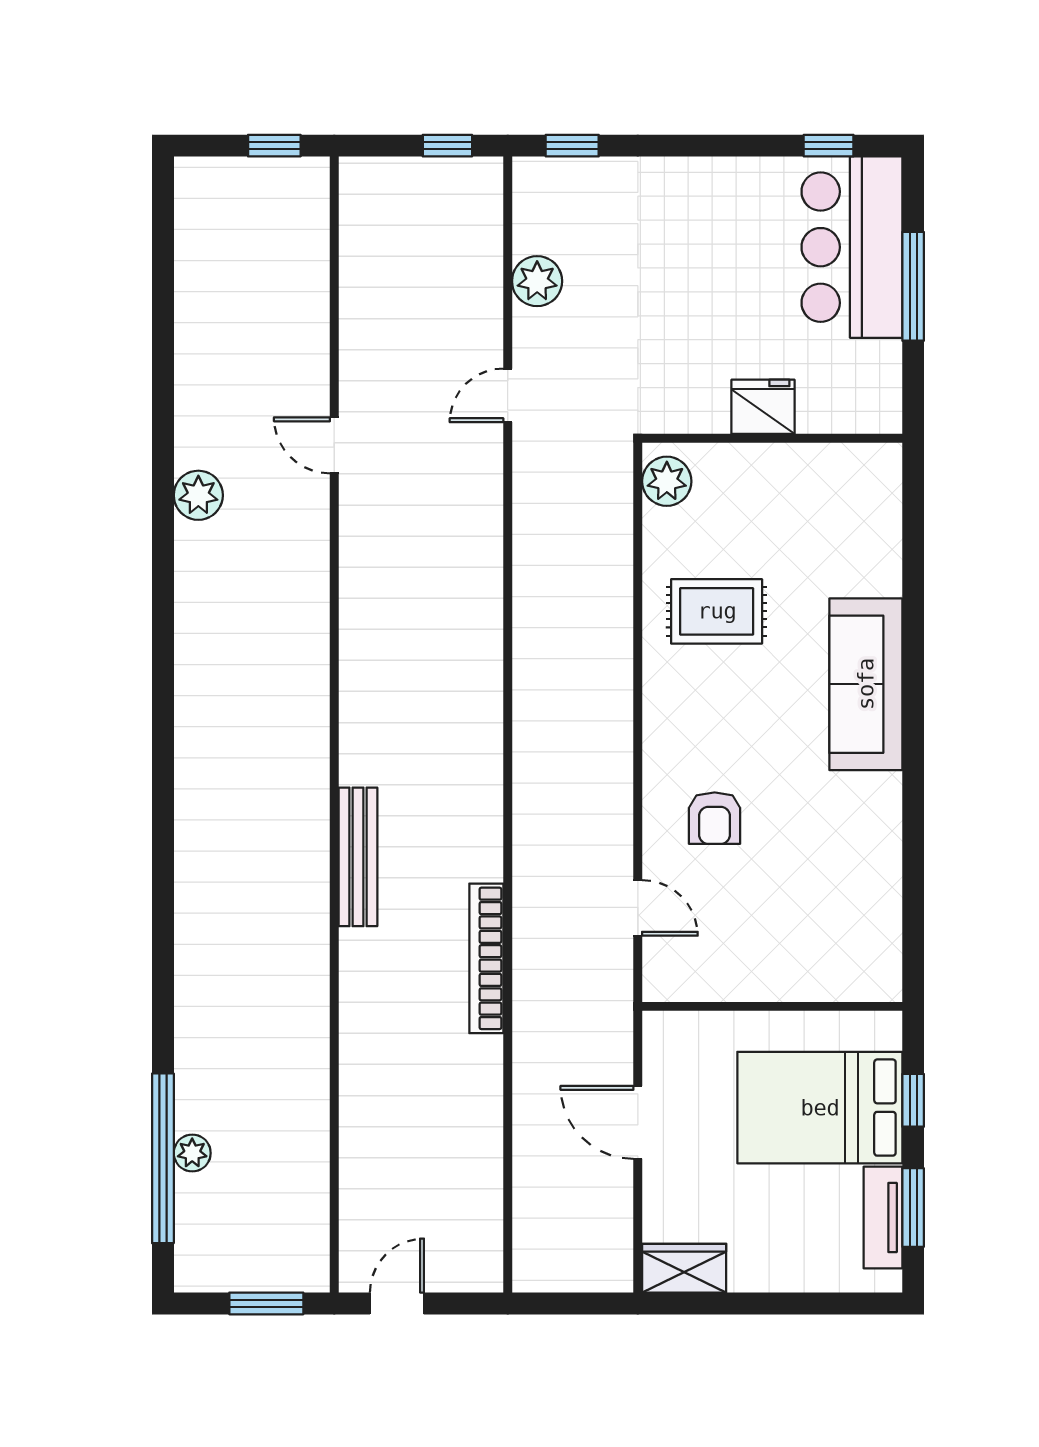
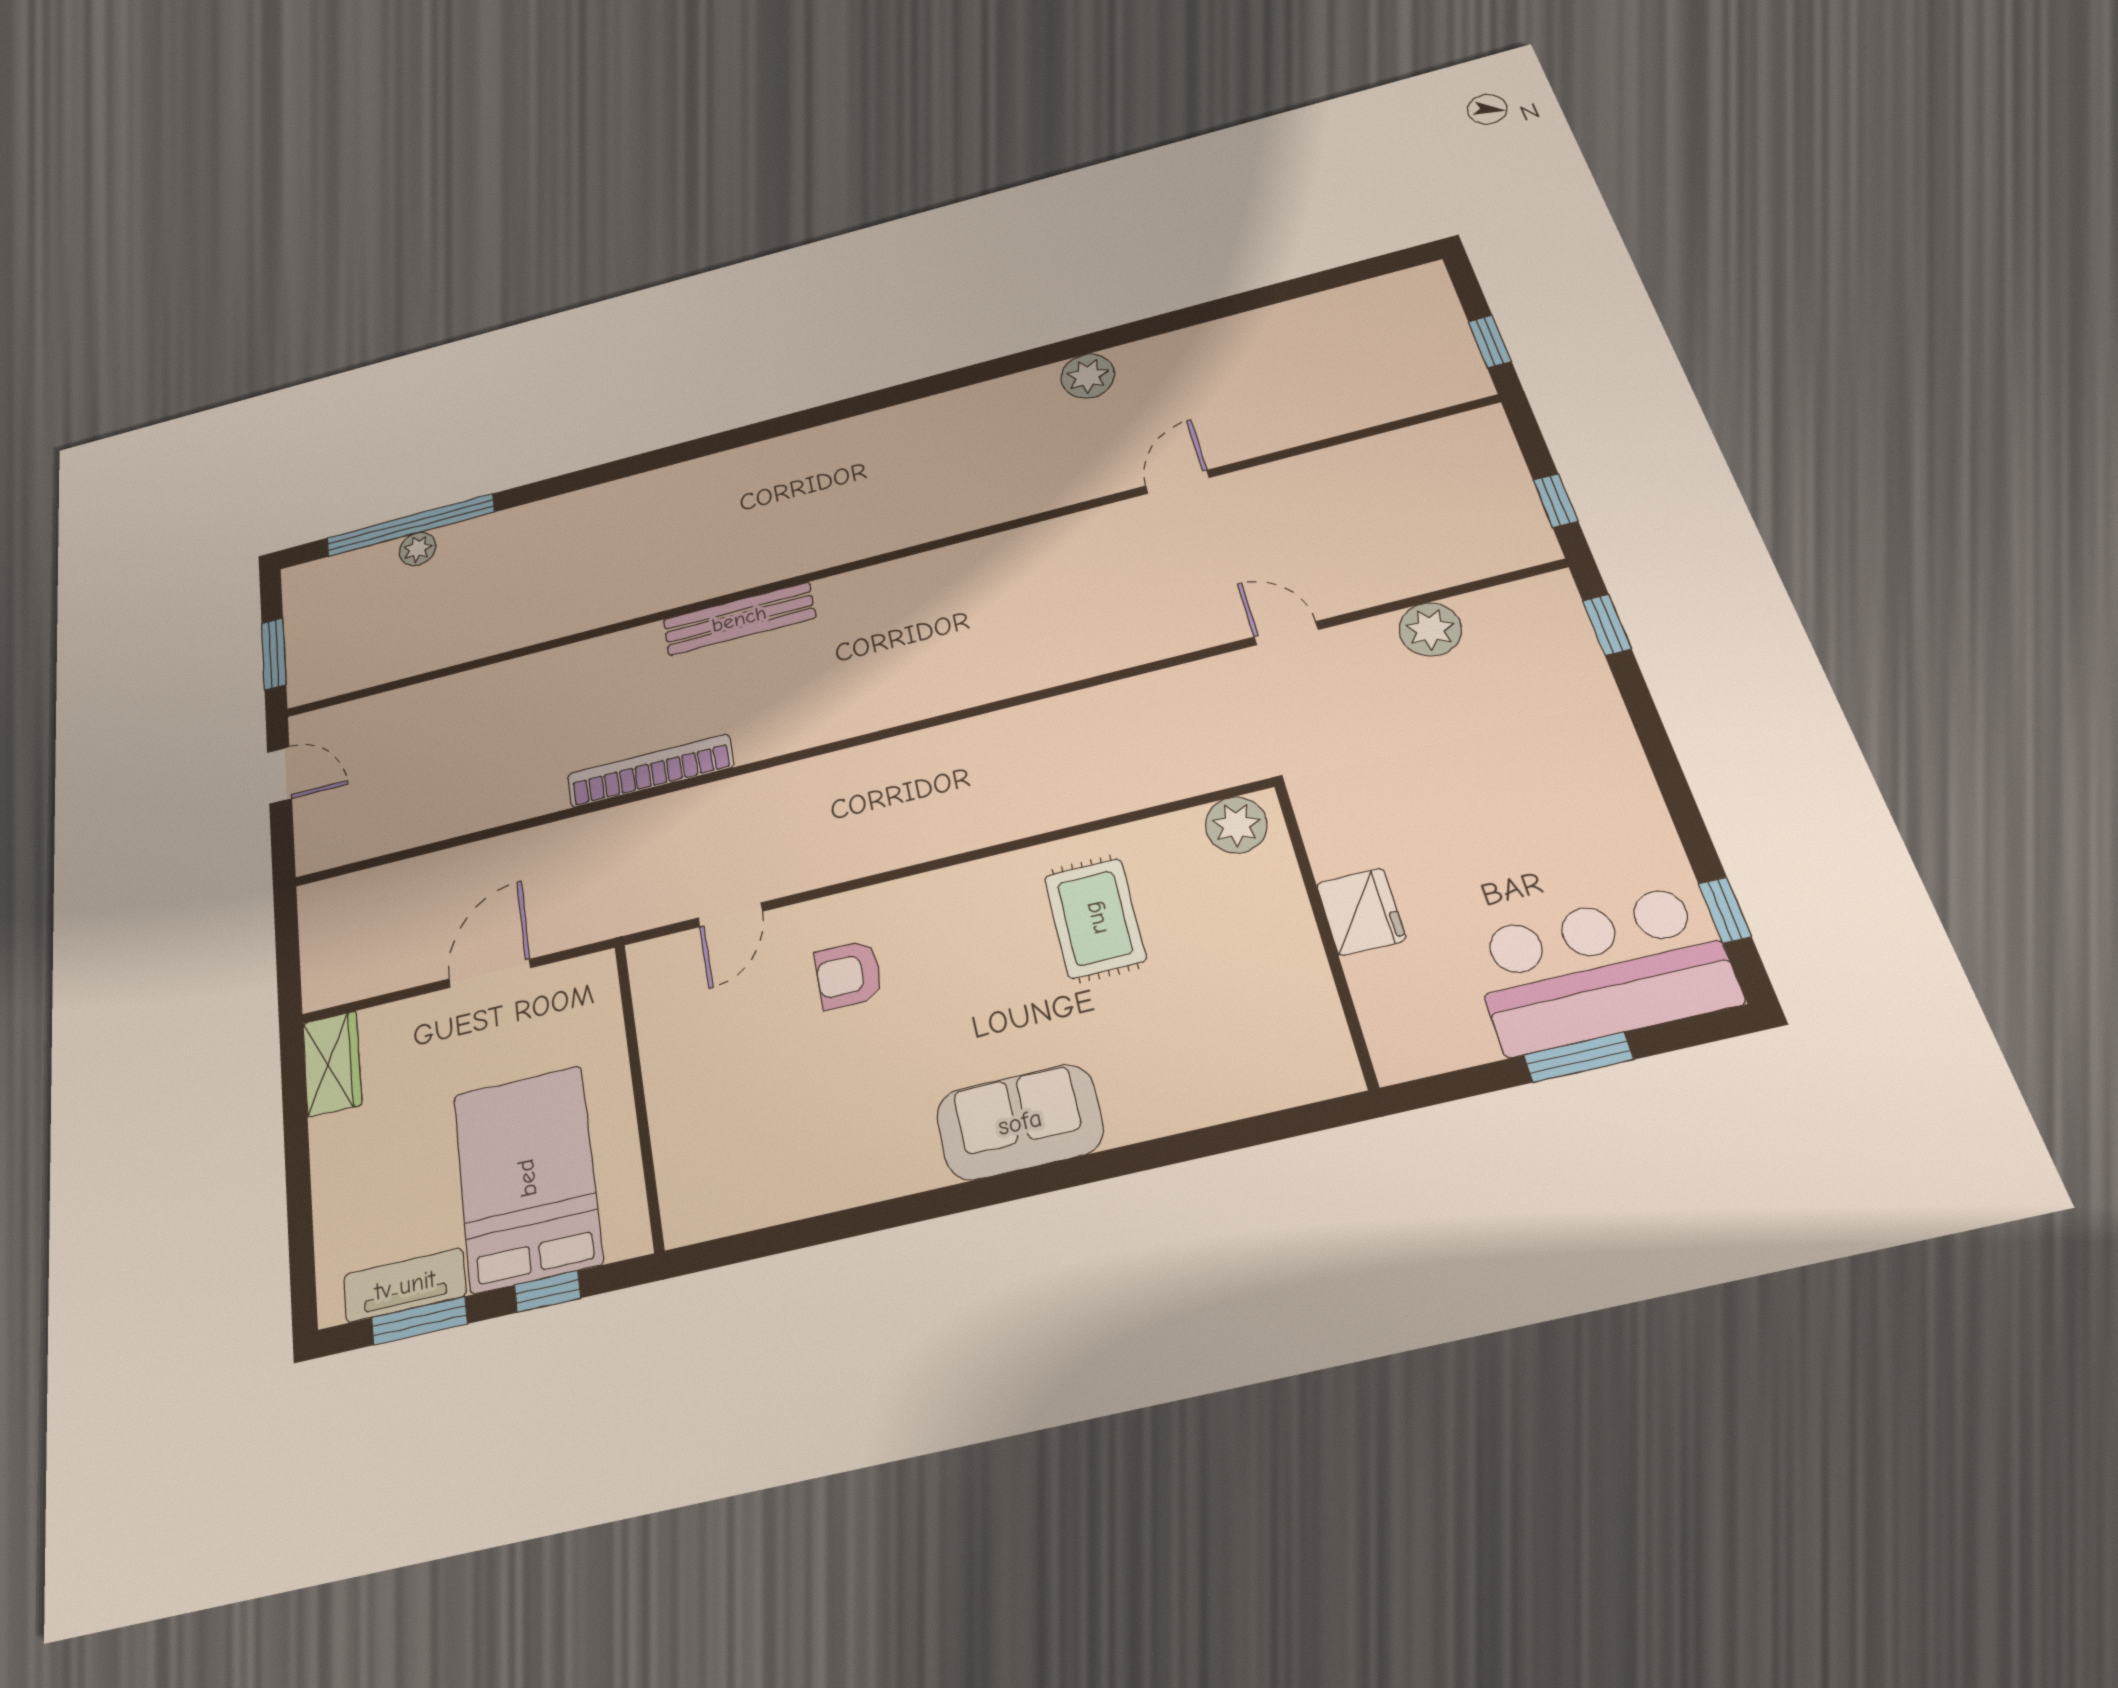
window: (913, 286) -> (1579, 1057), width x0.69
sofa: (866, 684) -> (1020, 1122), width x0.73

